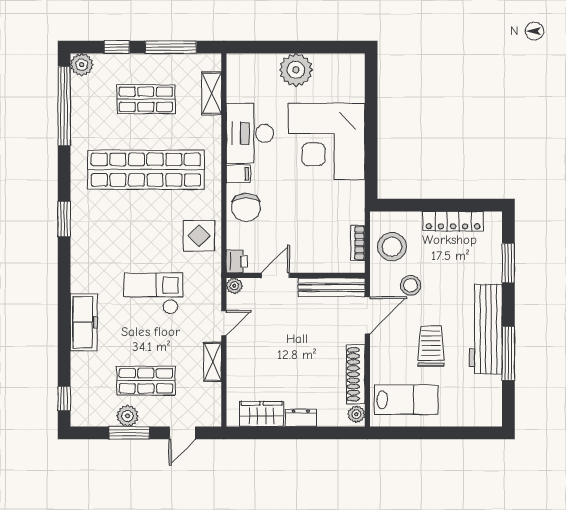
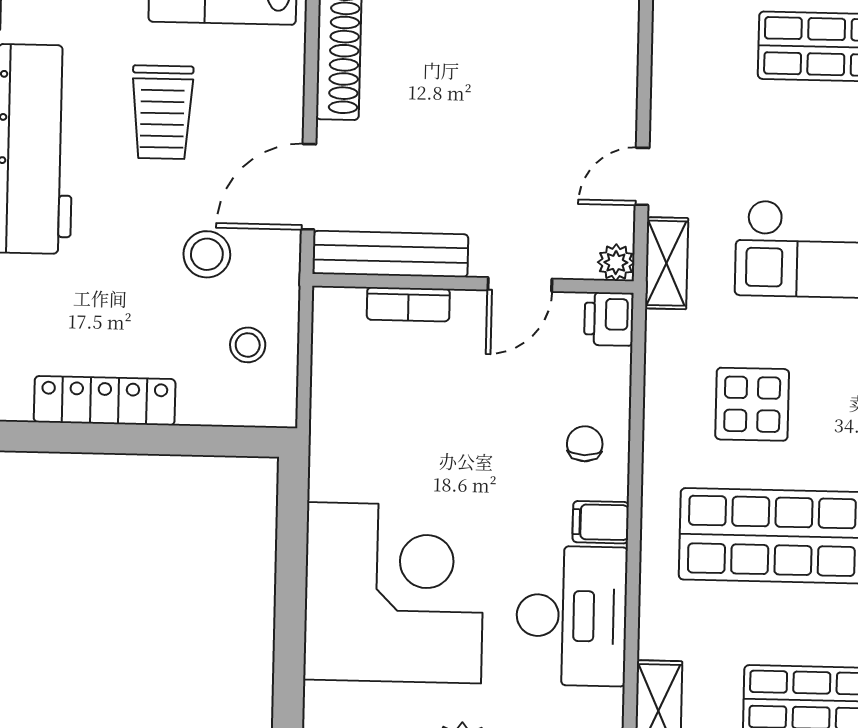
chair: (246, 207) -> (585, 444), width x0.54, depth x0.54
display table: (199, 236) -> (752, 404), moved
bookcase: (358, 243) -> (408, 304), moved, turned 90
stool: (392, 247) -> (248, 345), width x0.53, depth x0.53
shelving: (213, 362) -> (667, 263), moved

